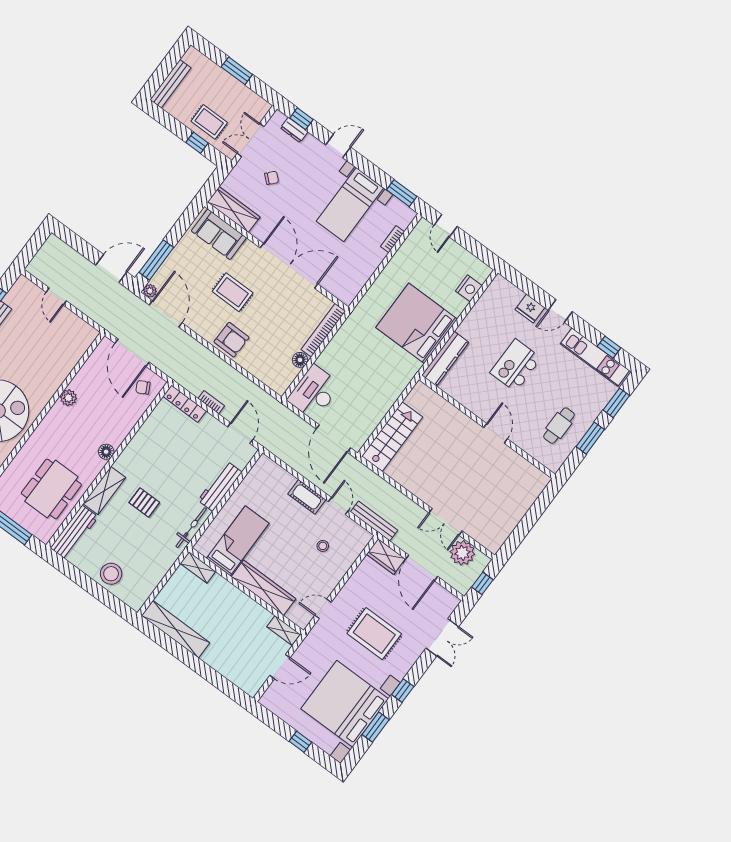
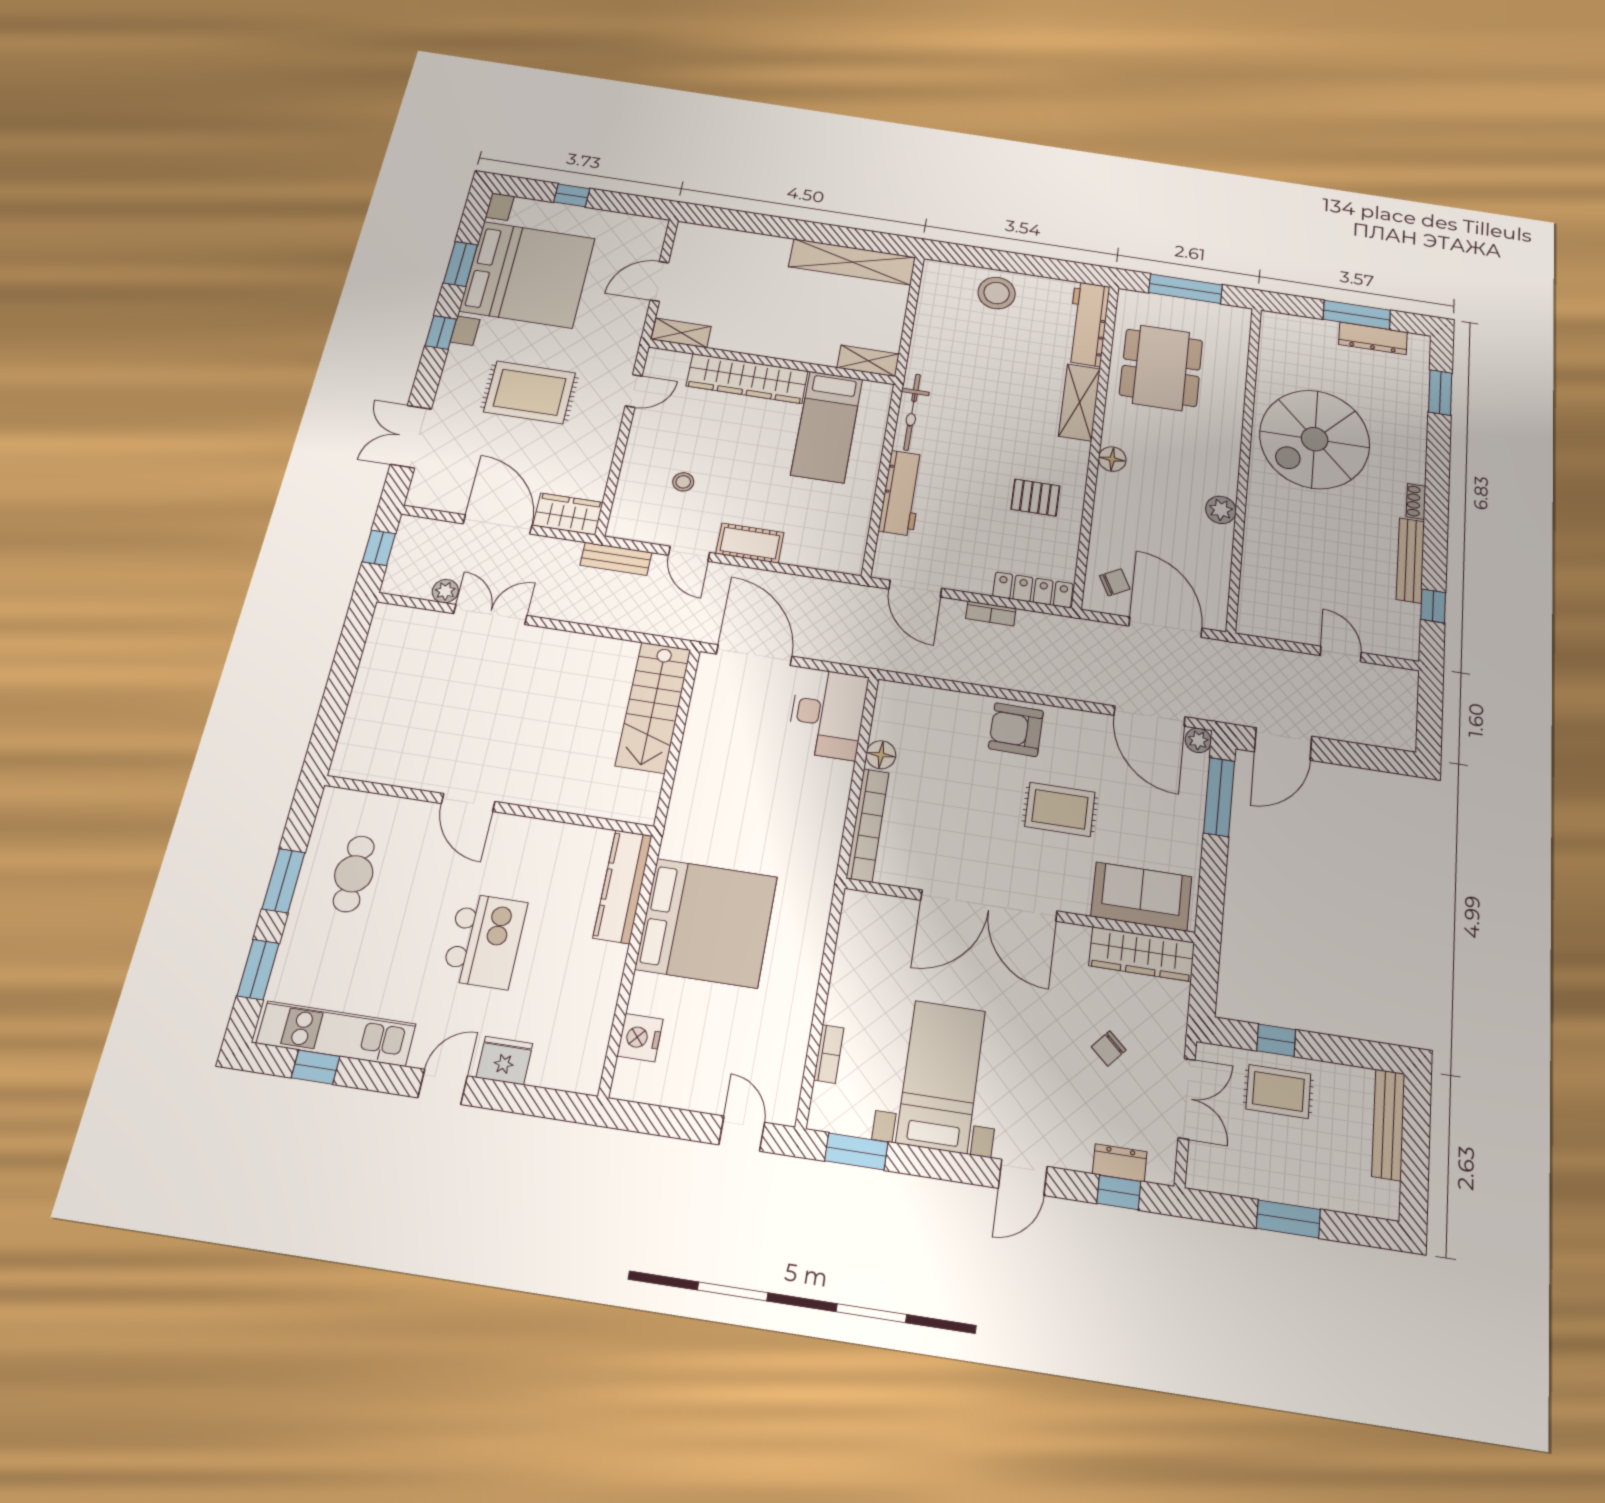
pallet: (144, 502) -> (1035, 498), moved
bench: (374, 521) -> (616, 559), width x0.73
plant: (462, 553) -> (445, 591), width x0.53, depth x0.53

